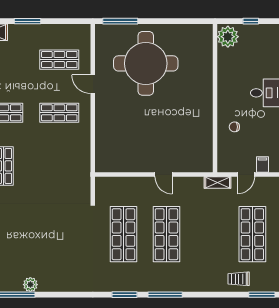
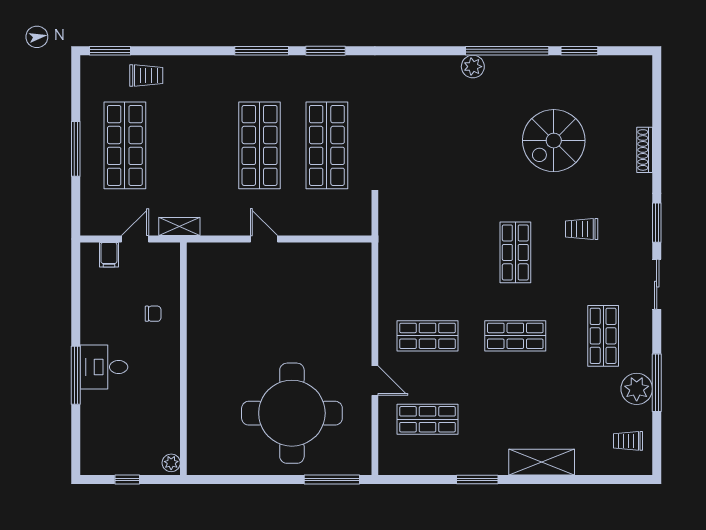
plant: (228, 37) -> (171, 463), width x0.53, depth x0.53

